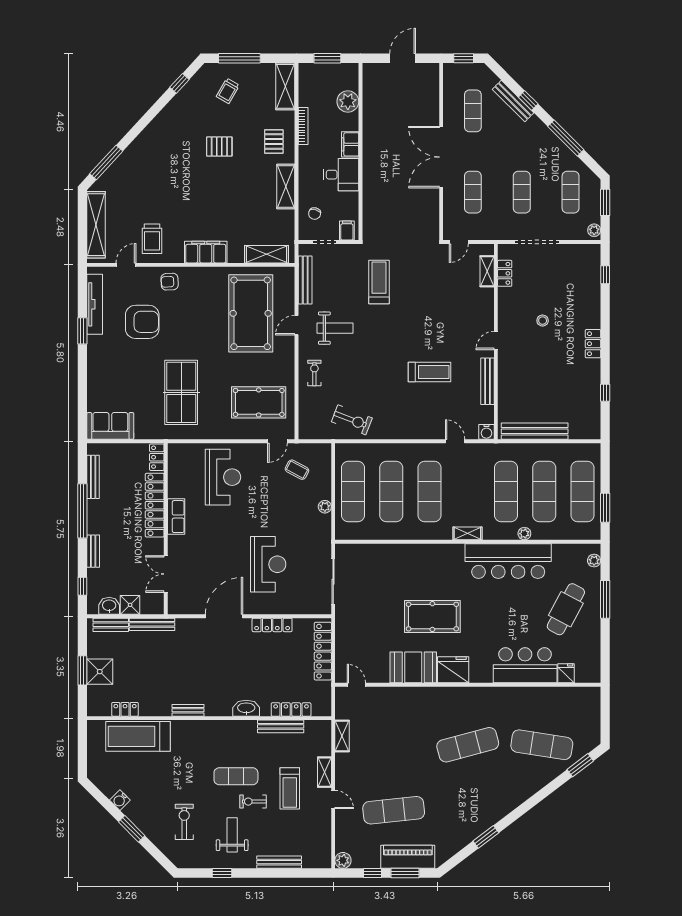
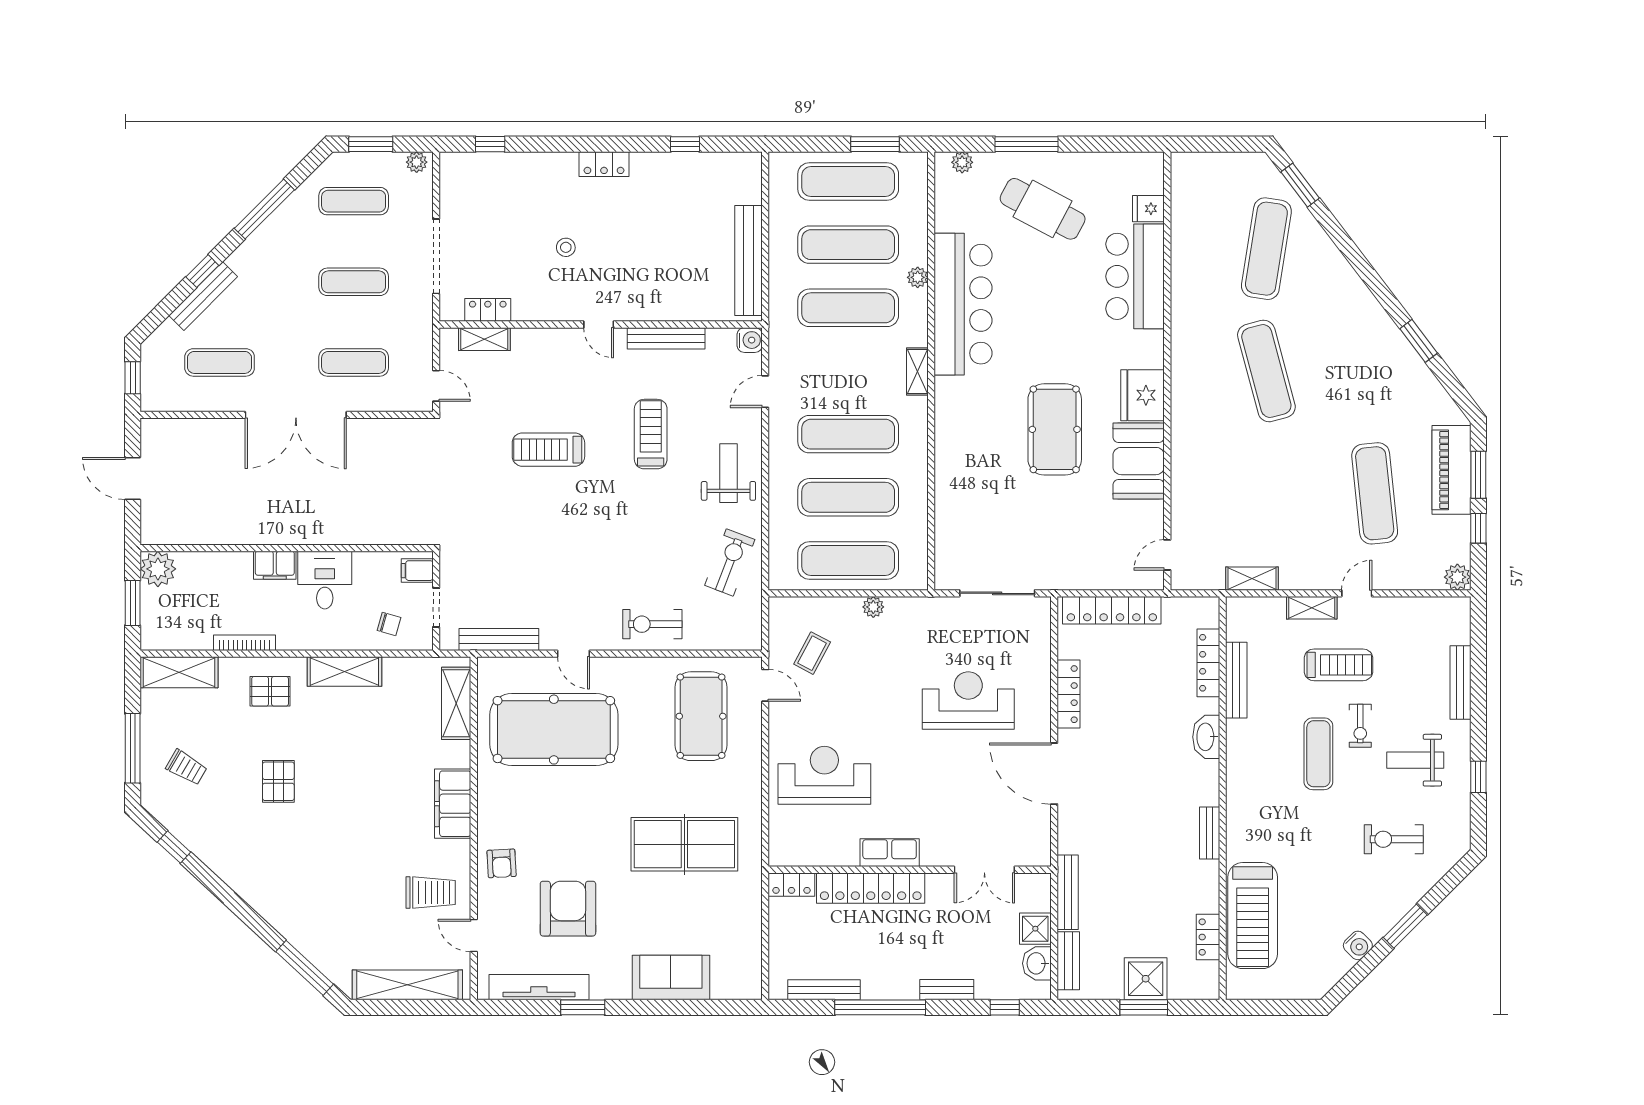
plant: (348, 102) -> (158, 569), moved
treadmill: (379, 282) -> (548, 450), moved
weight bench: (335, 328) -> (728, 473), moved
exercise bike: (314, 373) -> (652, 624), width x1.38, depth x1.39
sofa: (110, 426) -> (671, 978), moved, turned 90

